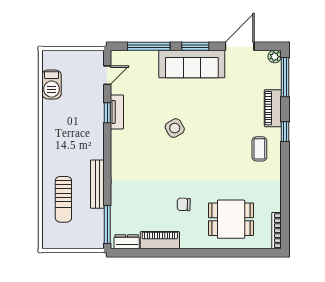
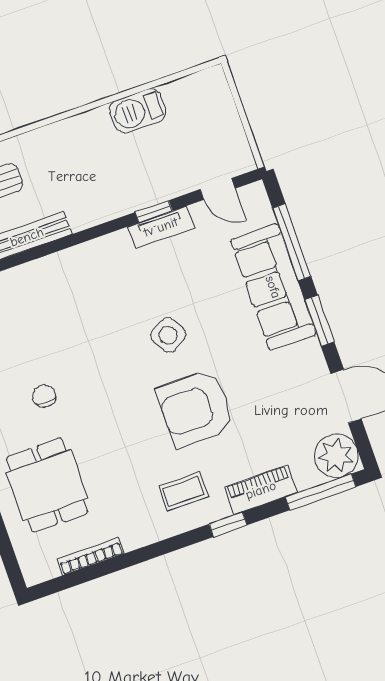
plant: (275, 57) -> (336, 456), width x1.88, depth x1.88
sofa: (192, 64) -> (273, 287), moved
barbecue: (52, 84) -> (138, 111), moved
armchair: (218, 127) -> (196, 408), added
bookcase: (276, 231) -> (91, 556), moved

